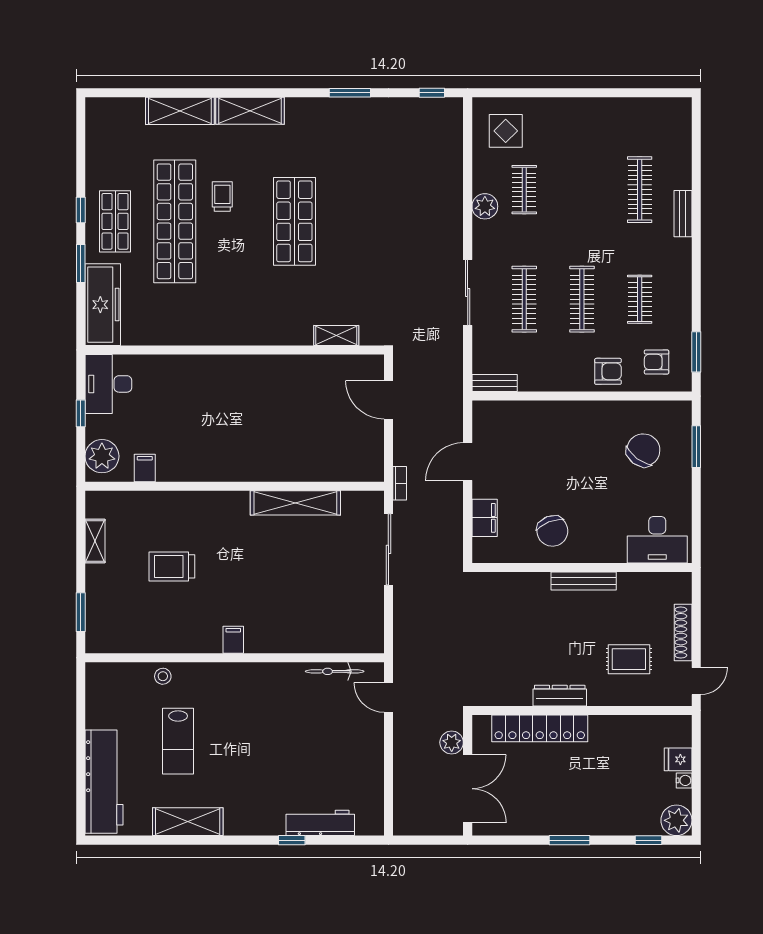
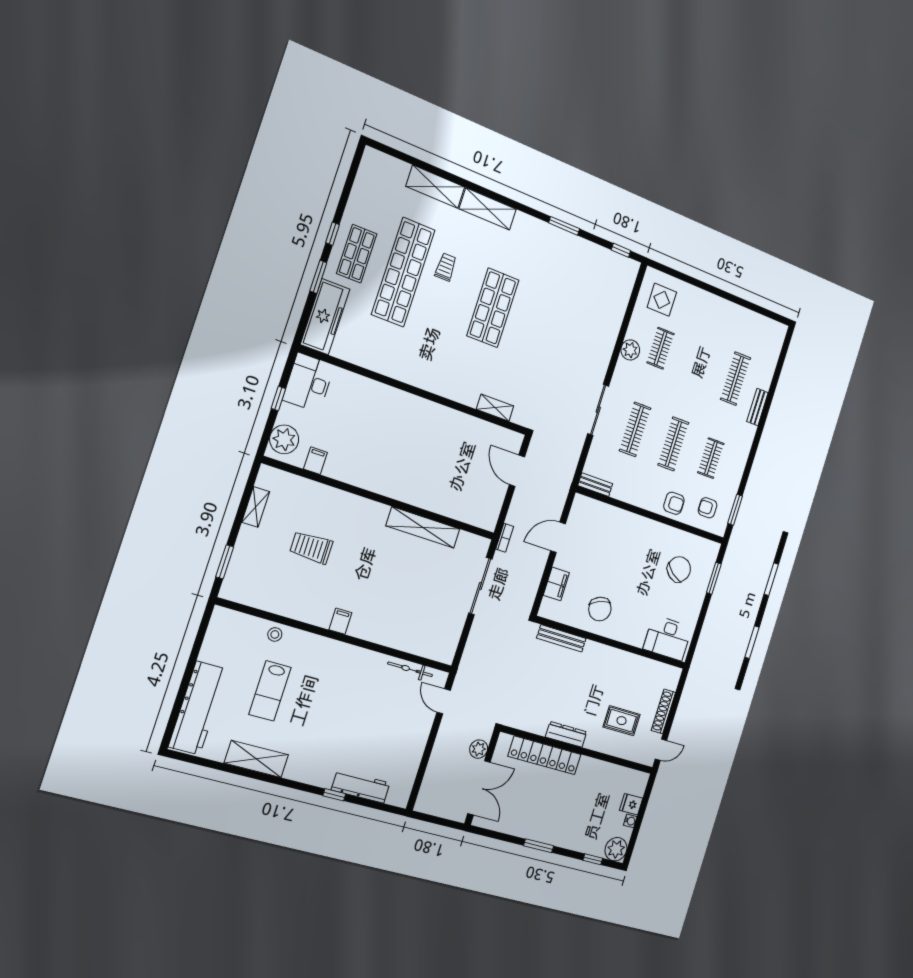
bench: (584, 581) -> (561, 638), moved

